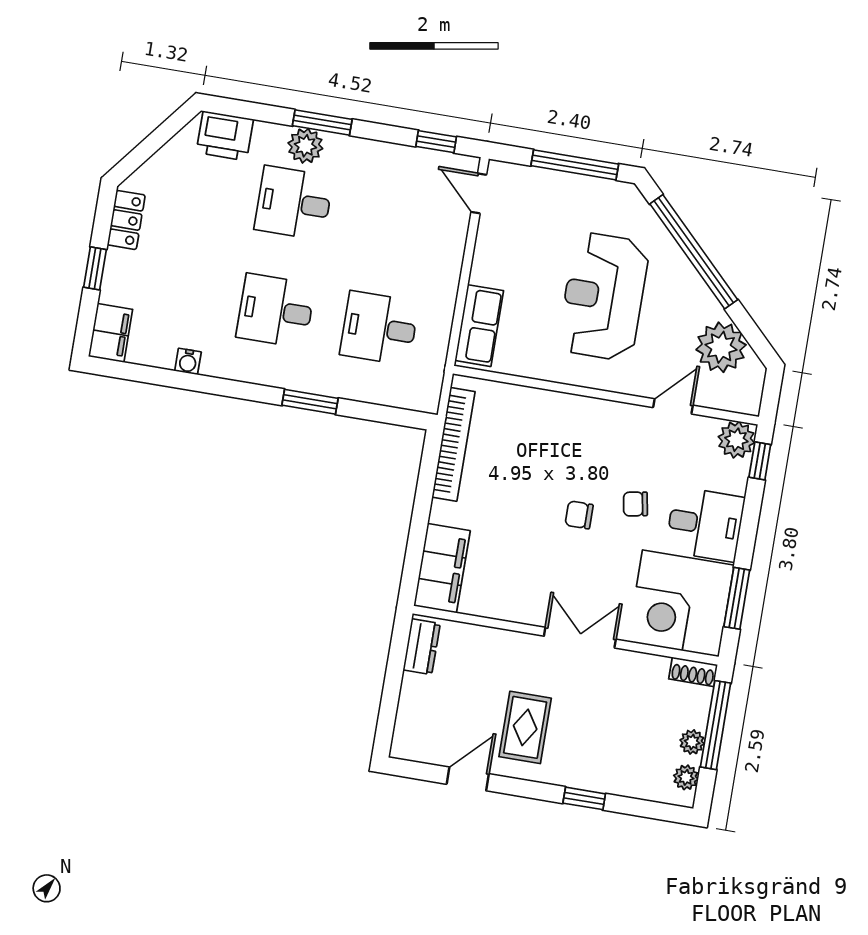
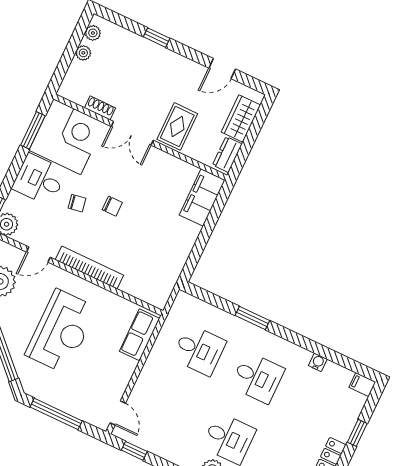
filing cabinet: (111, 333) -> (362, 385), width x0.50
bookcase: (453, 444) -> (89, 267), moved, turned 90
shoe rack: (693, 672) -> (100, 108), moved
wardrobe: (416, 709) -> (241, 119), added
window: (716, 725) -> (67, 59), removed
rug: (525, 727) -> (177, 126), moved

